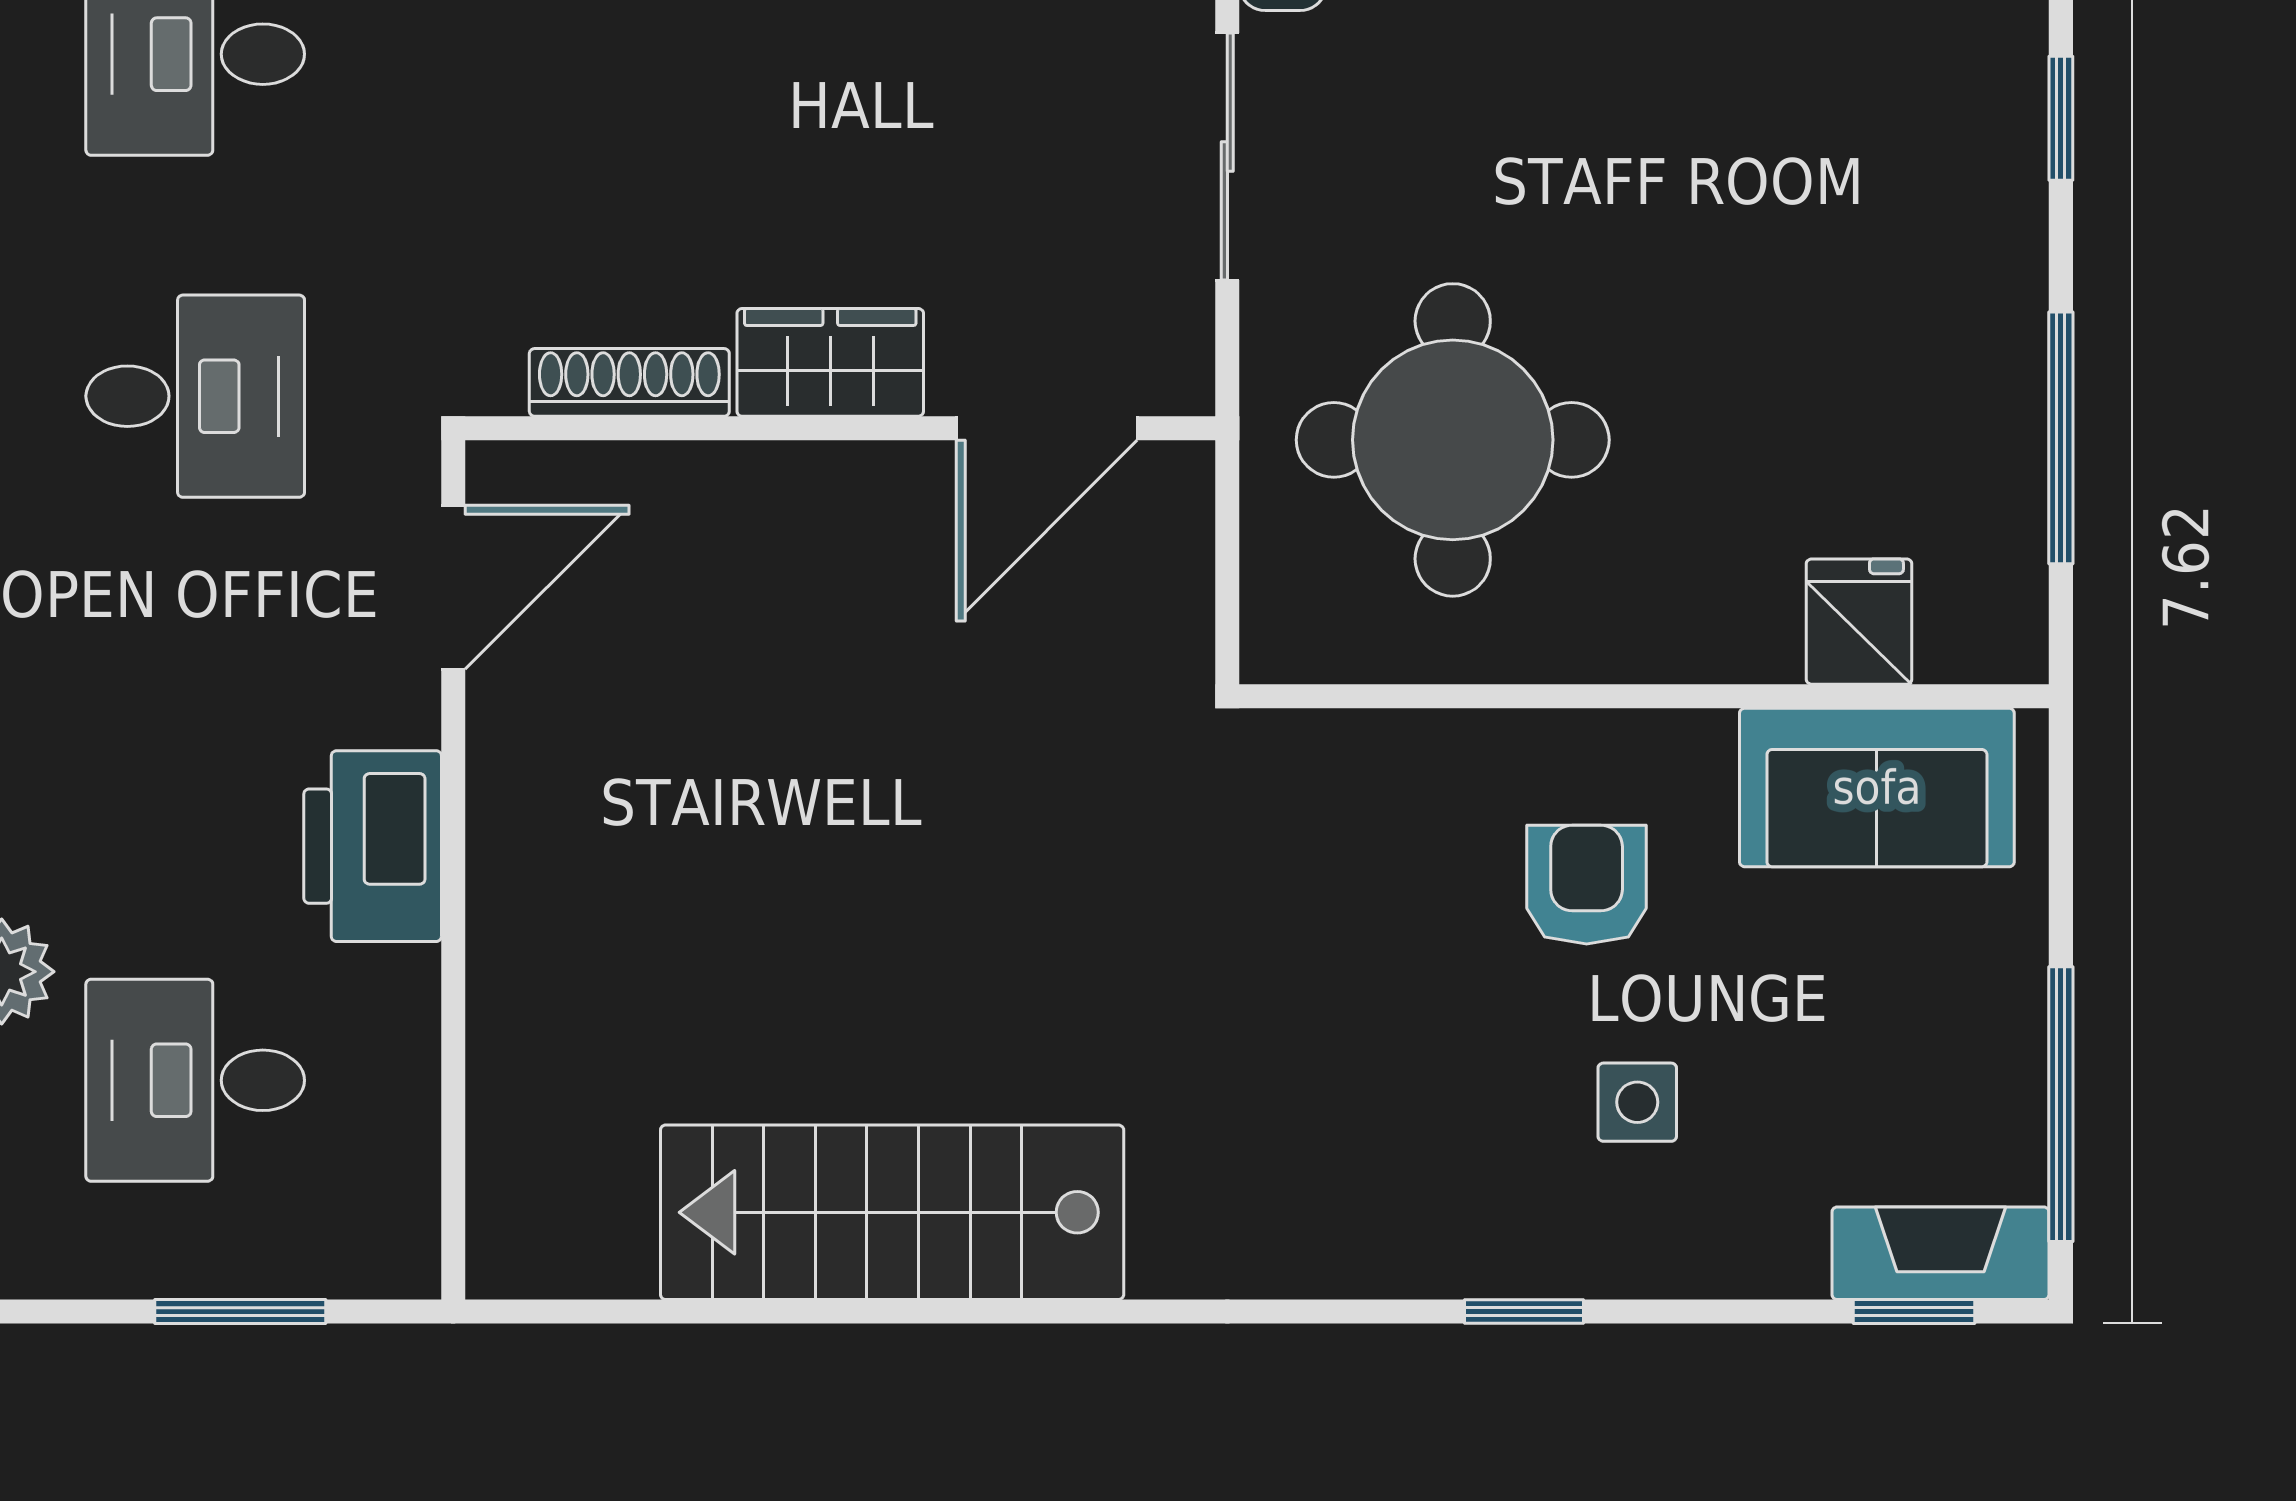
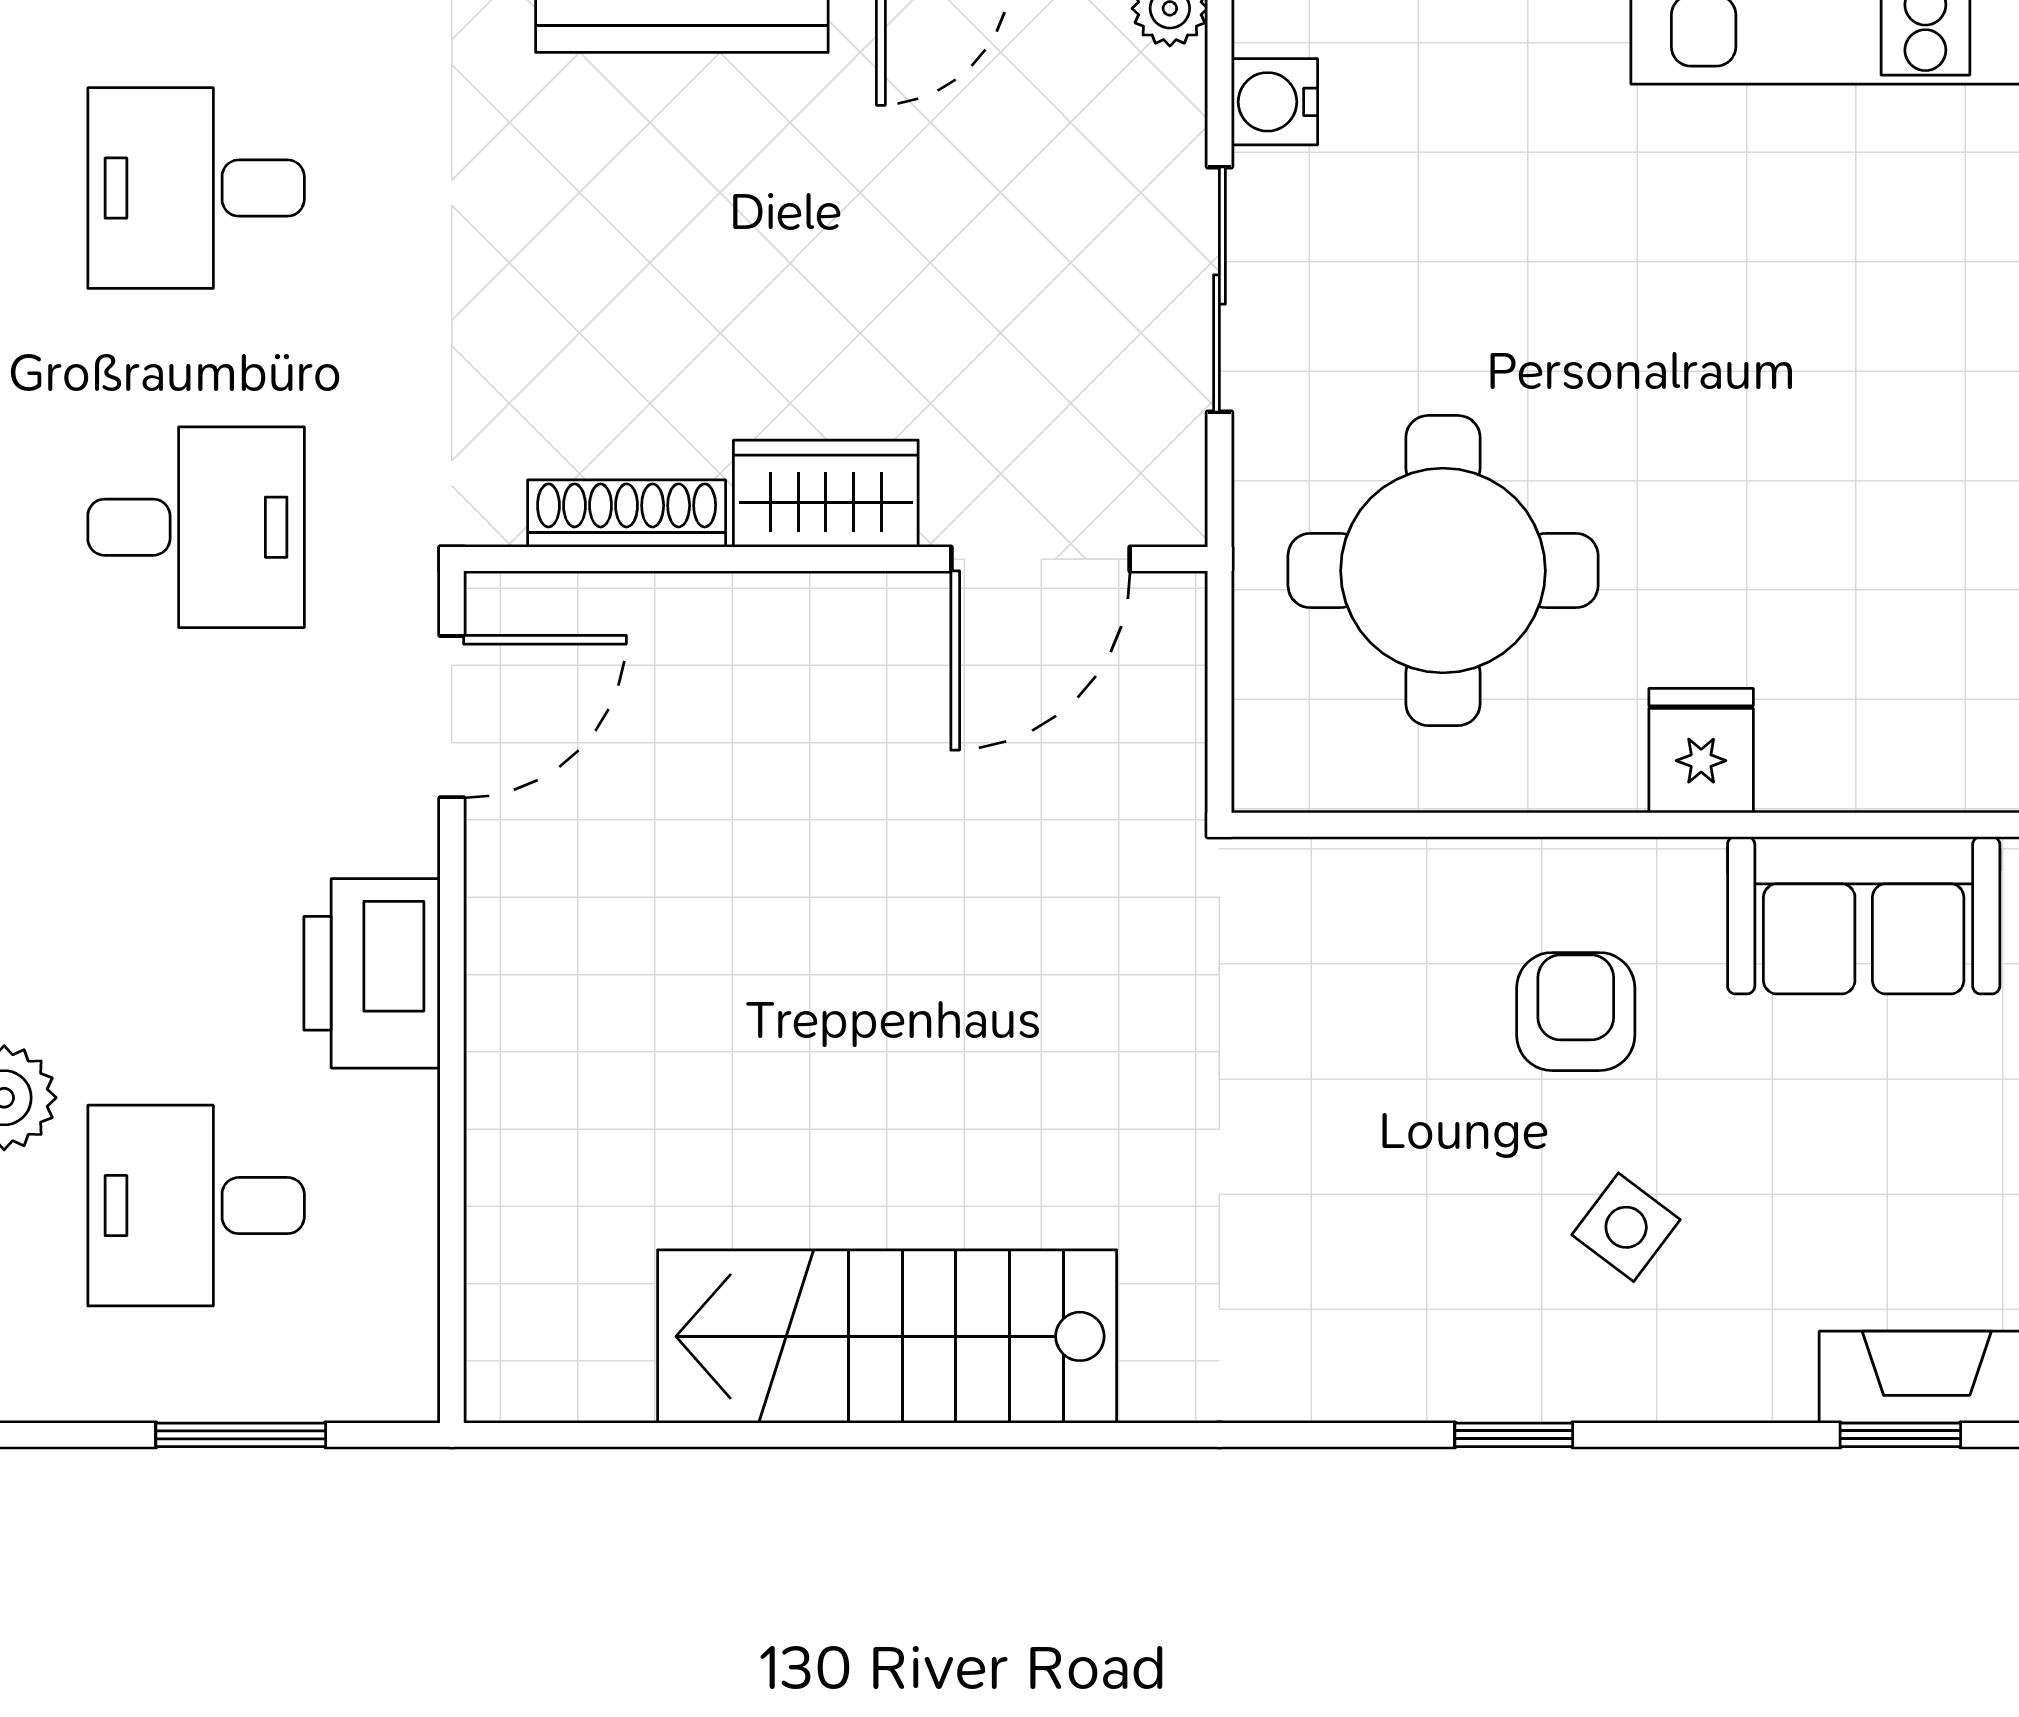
fridge: (1859, 622) -> (1701, 751), moved
side table: (1637, 1102) -> (1626, 1227), turned 37

